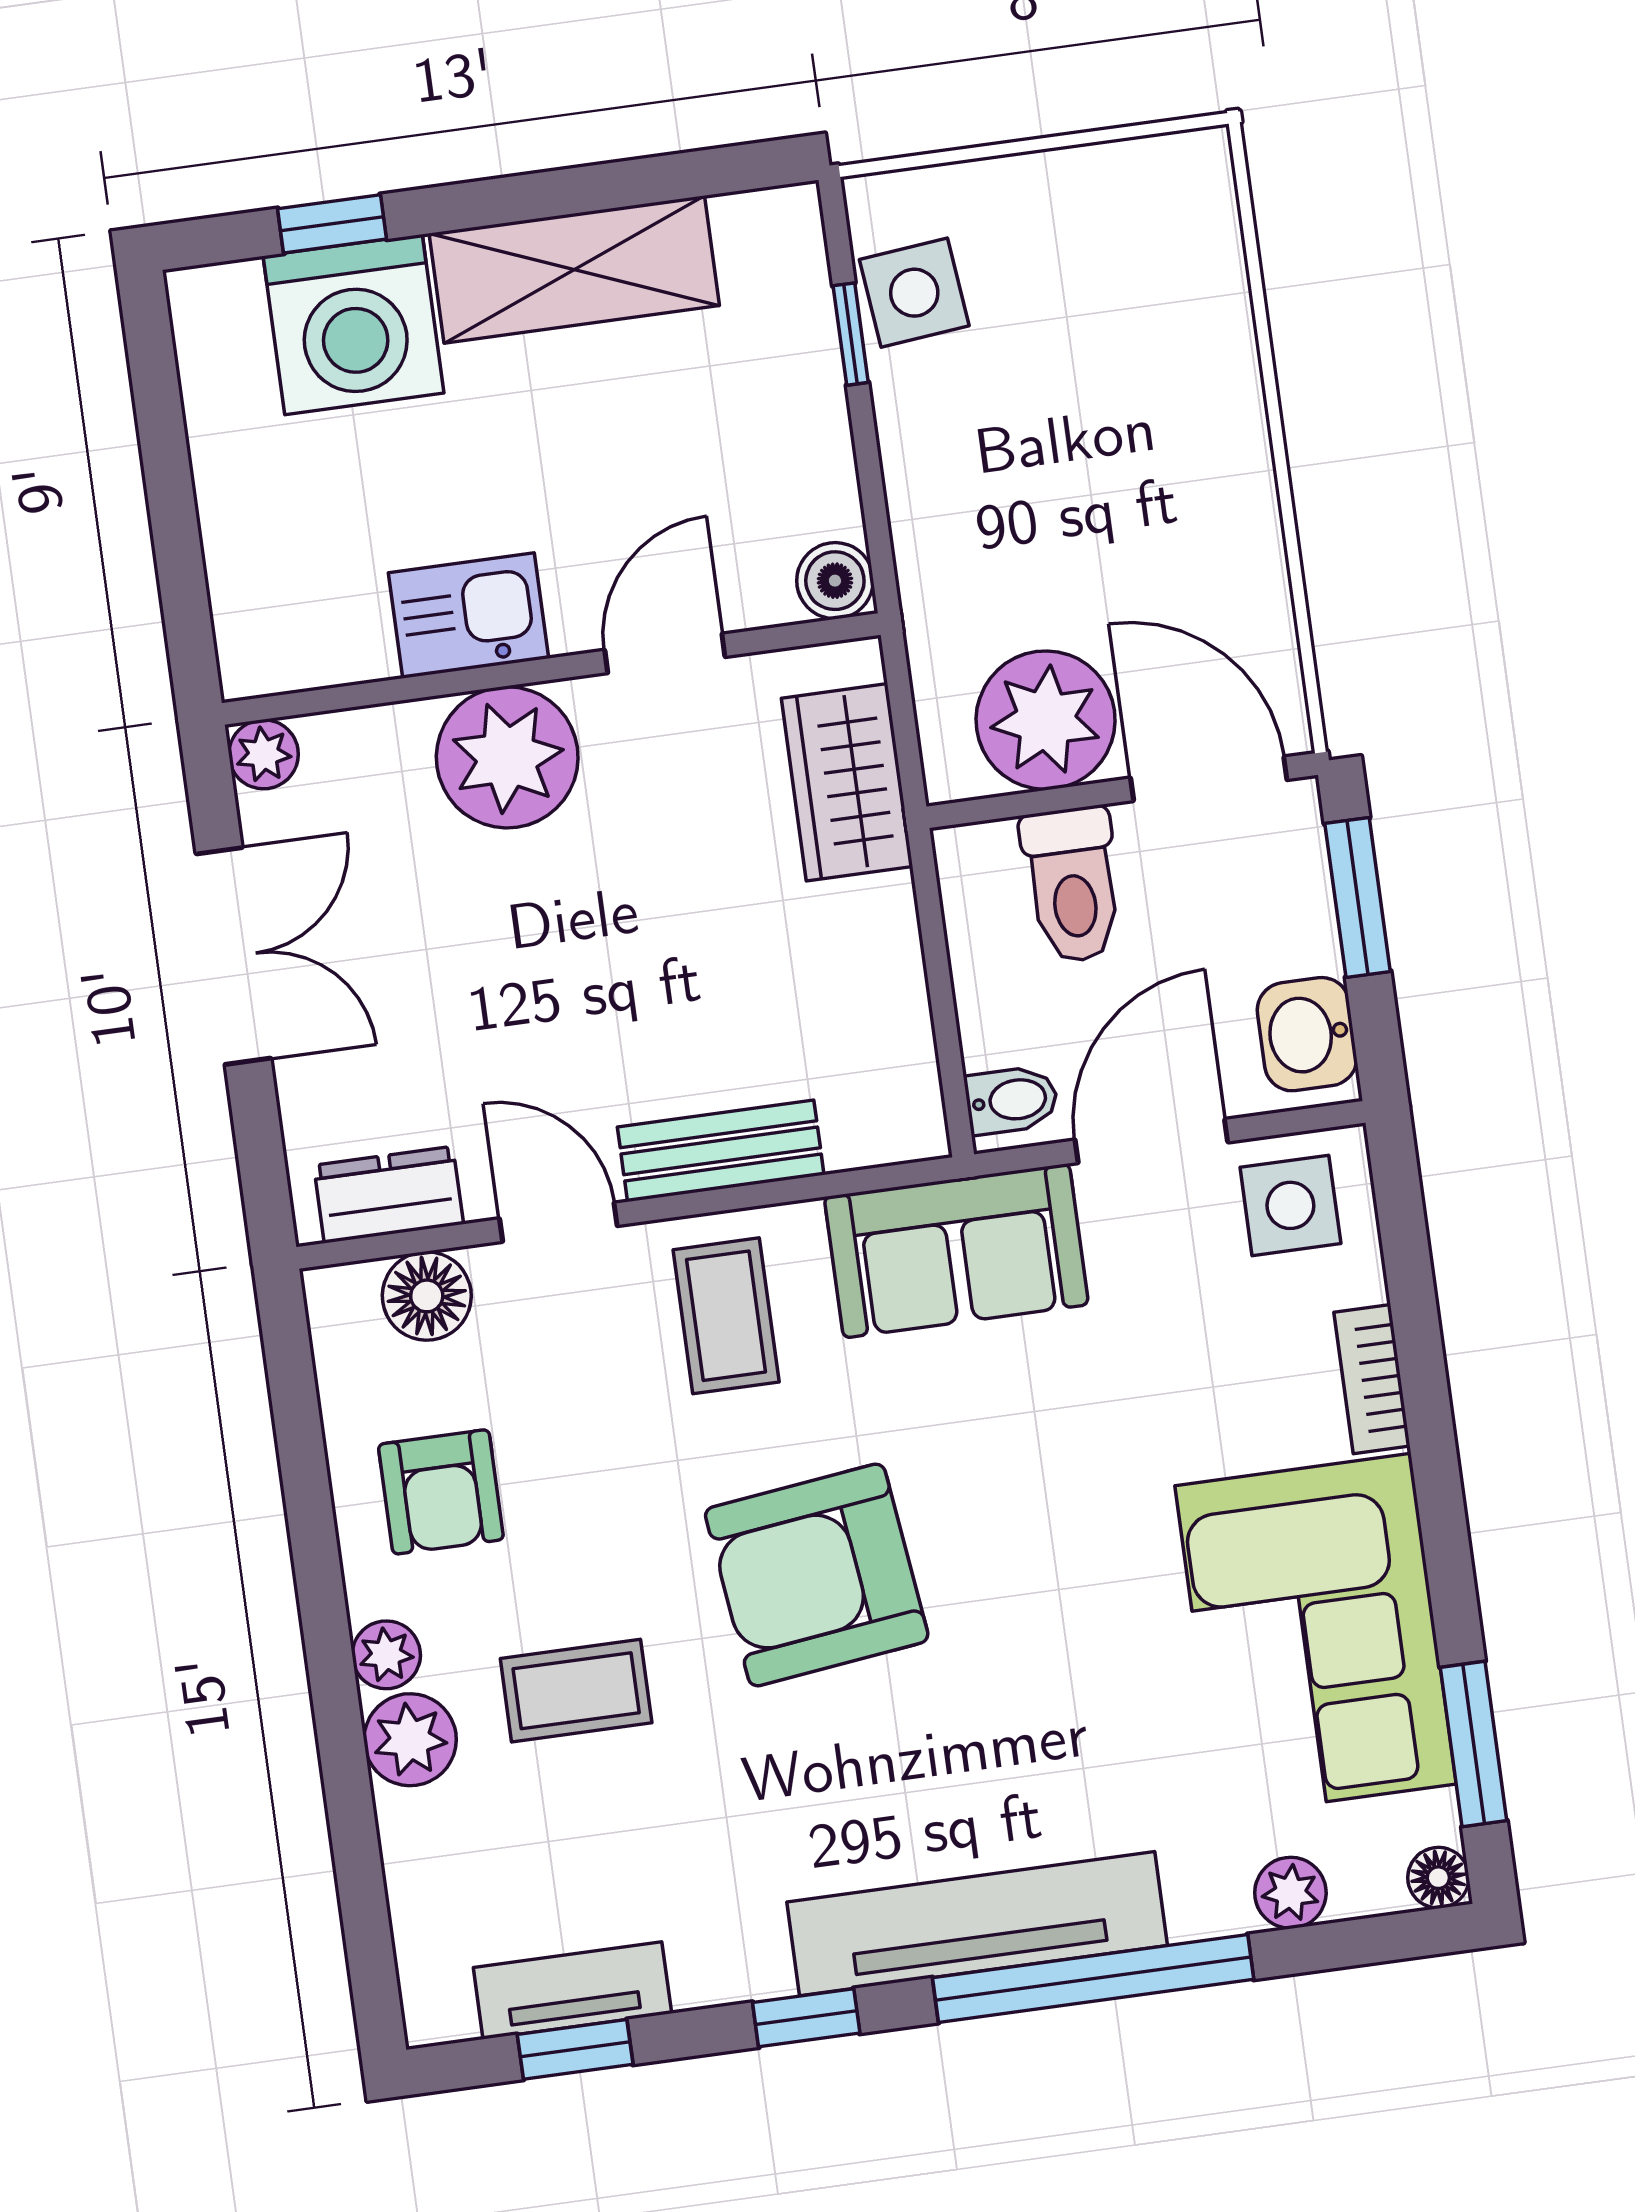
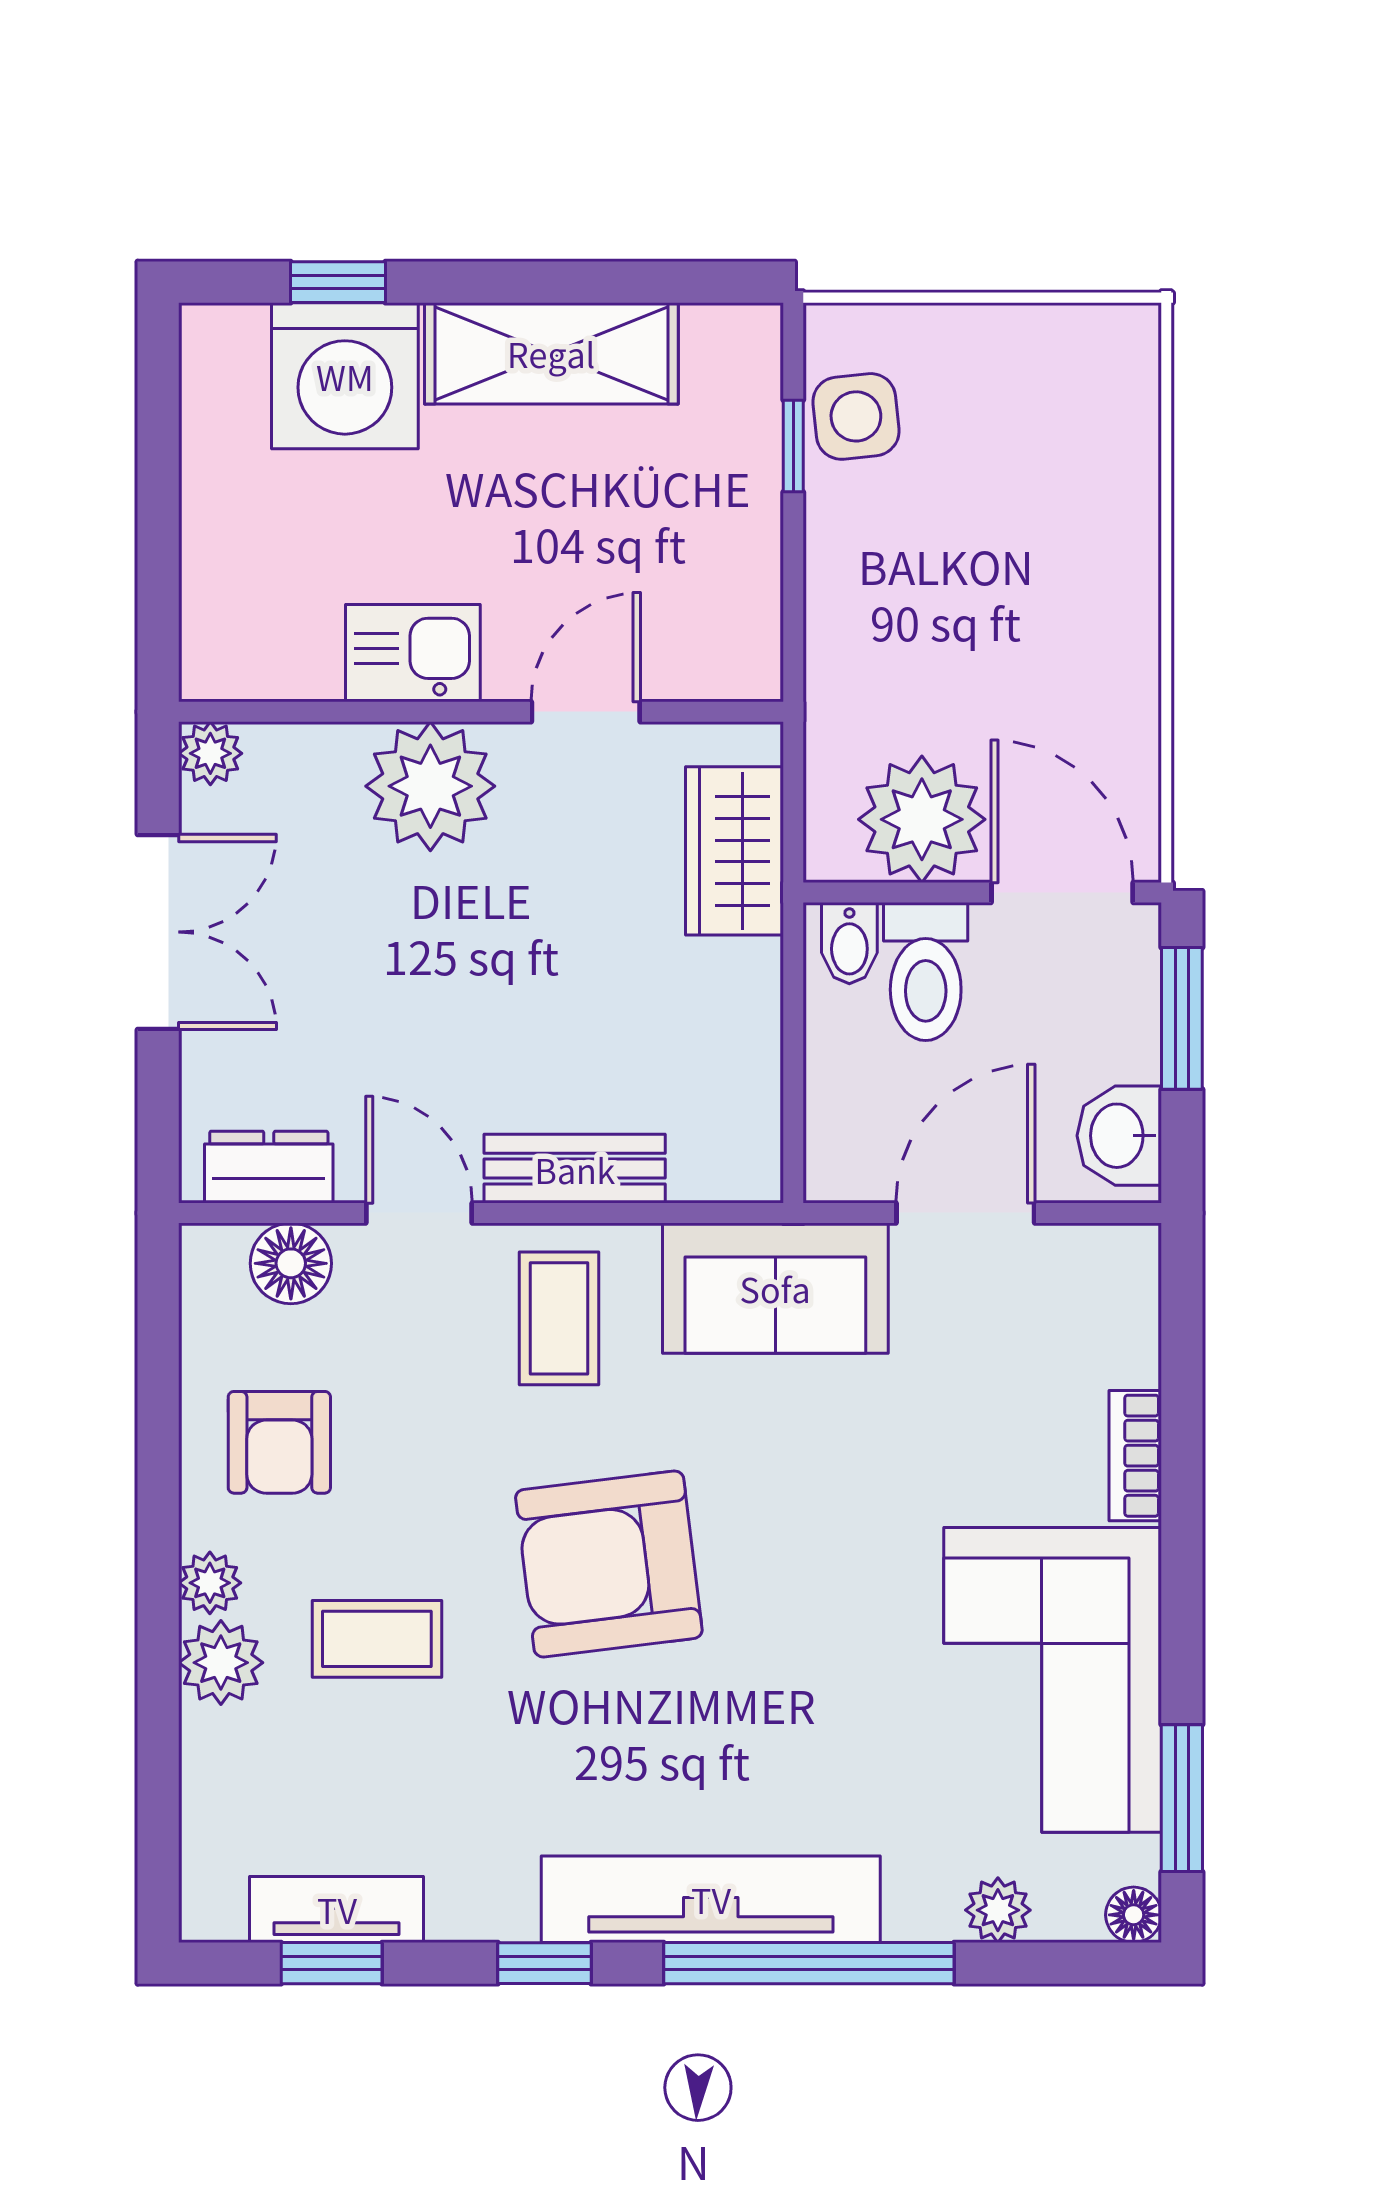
boiler: (835, 581) -> (749, 667), removed
bidet: (1012, 1100) -> (849, 943), moved, turned 90
side table: (1290, 1205) -> (1083, 1288), removed

